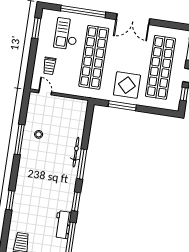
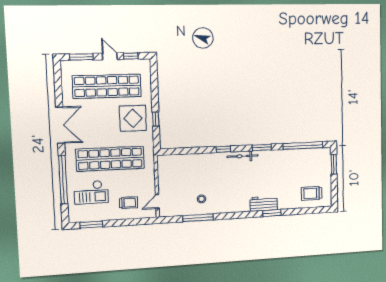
window: (122, 106) -> (156, 119), width x0.46
window: (19, 140) -> (198, 218), moved
bicycle: (76, 152) -> (243, 156), moved
window: (82, 164) -> (223, 149), width x0.46
workbench: (63, 225) -> (264, 204), moved, turned 180

